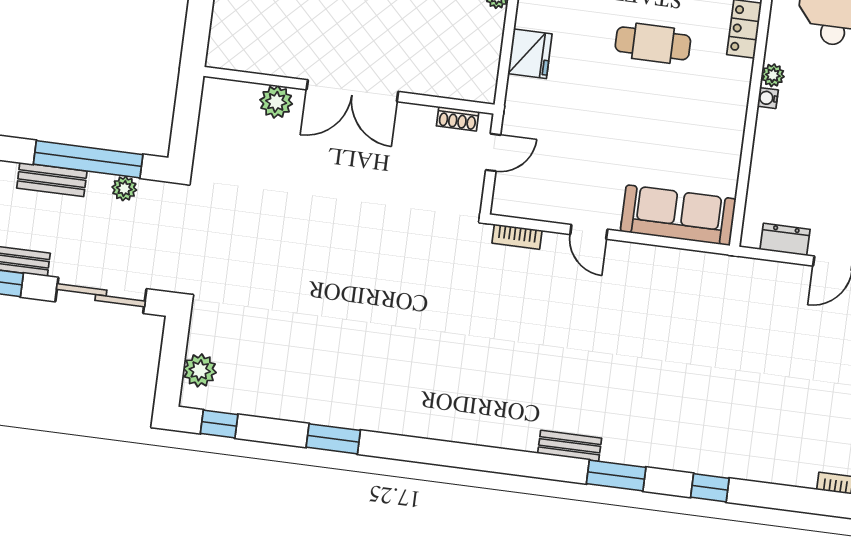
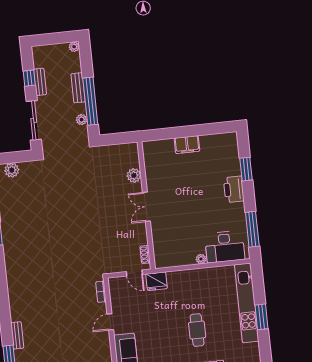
fridge: (530, 54) -> (157, 281), moved
double door: (352, 91) -> (146, 207), width x0.73

